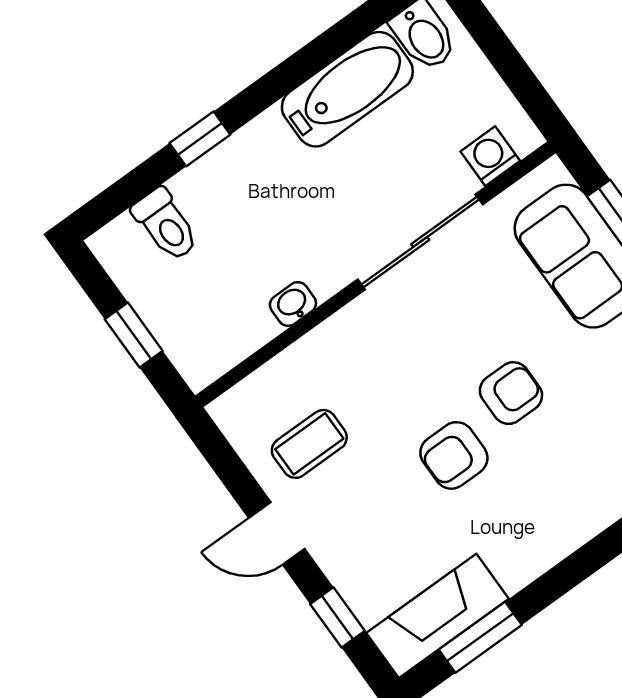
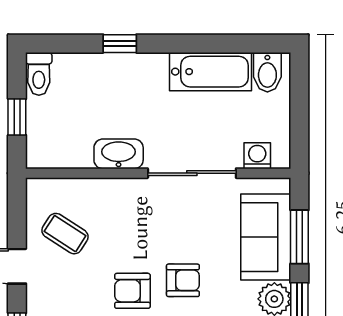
toilet: (166, 225) -> (39, 74), moved
washbasin: (293, 304) -> (119, 154), width x1.91, depth x1.45
coffee table: (309, 444) -> (65, 234), turned 33

